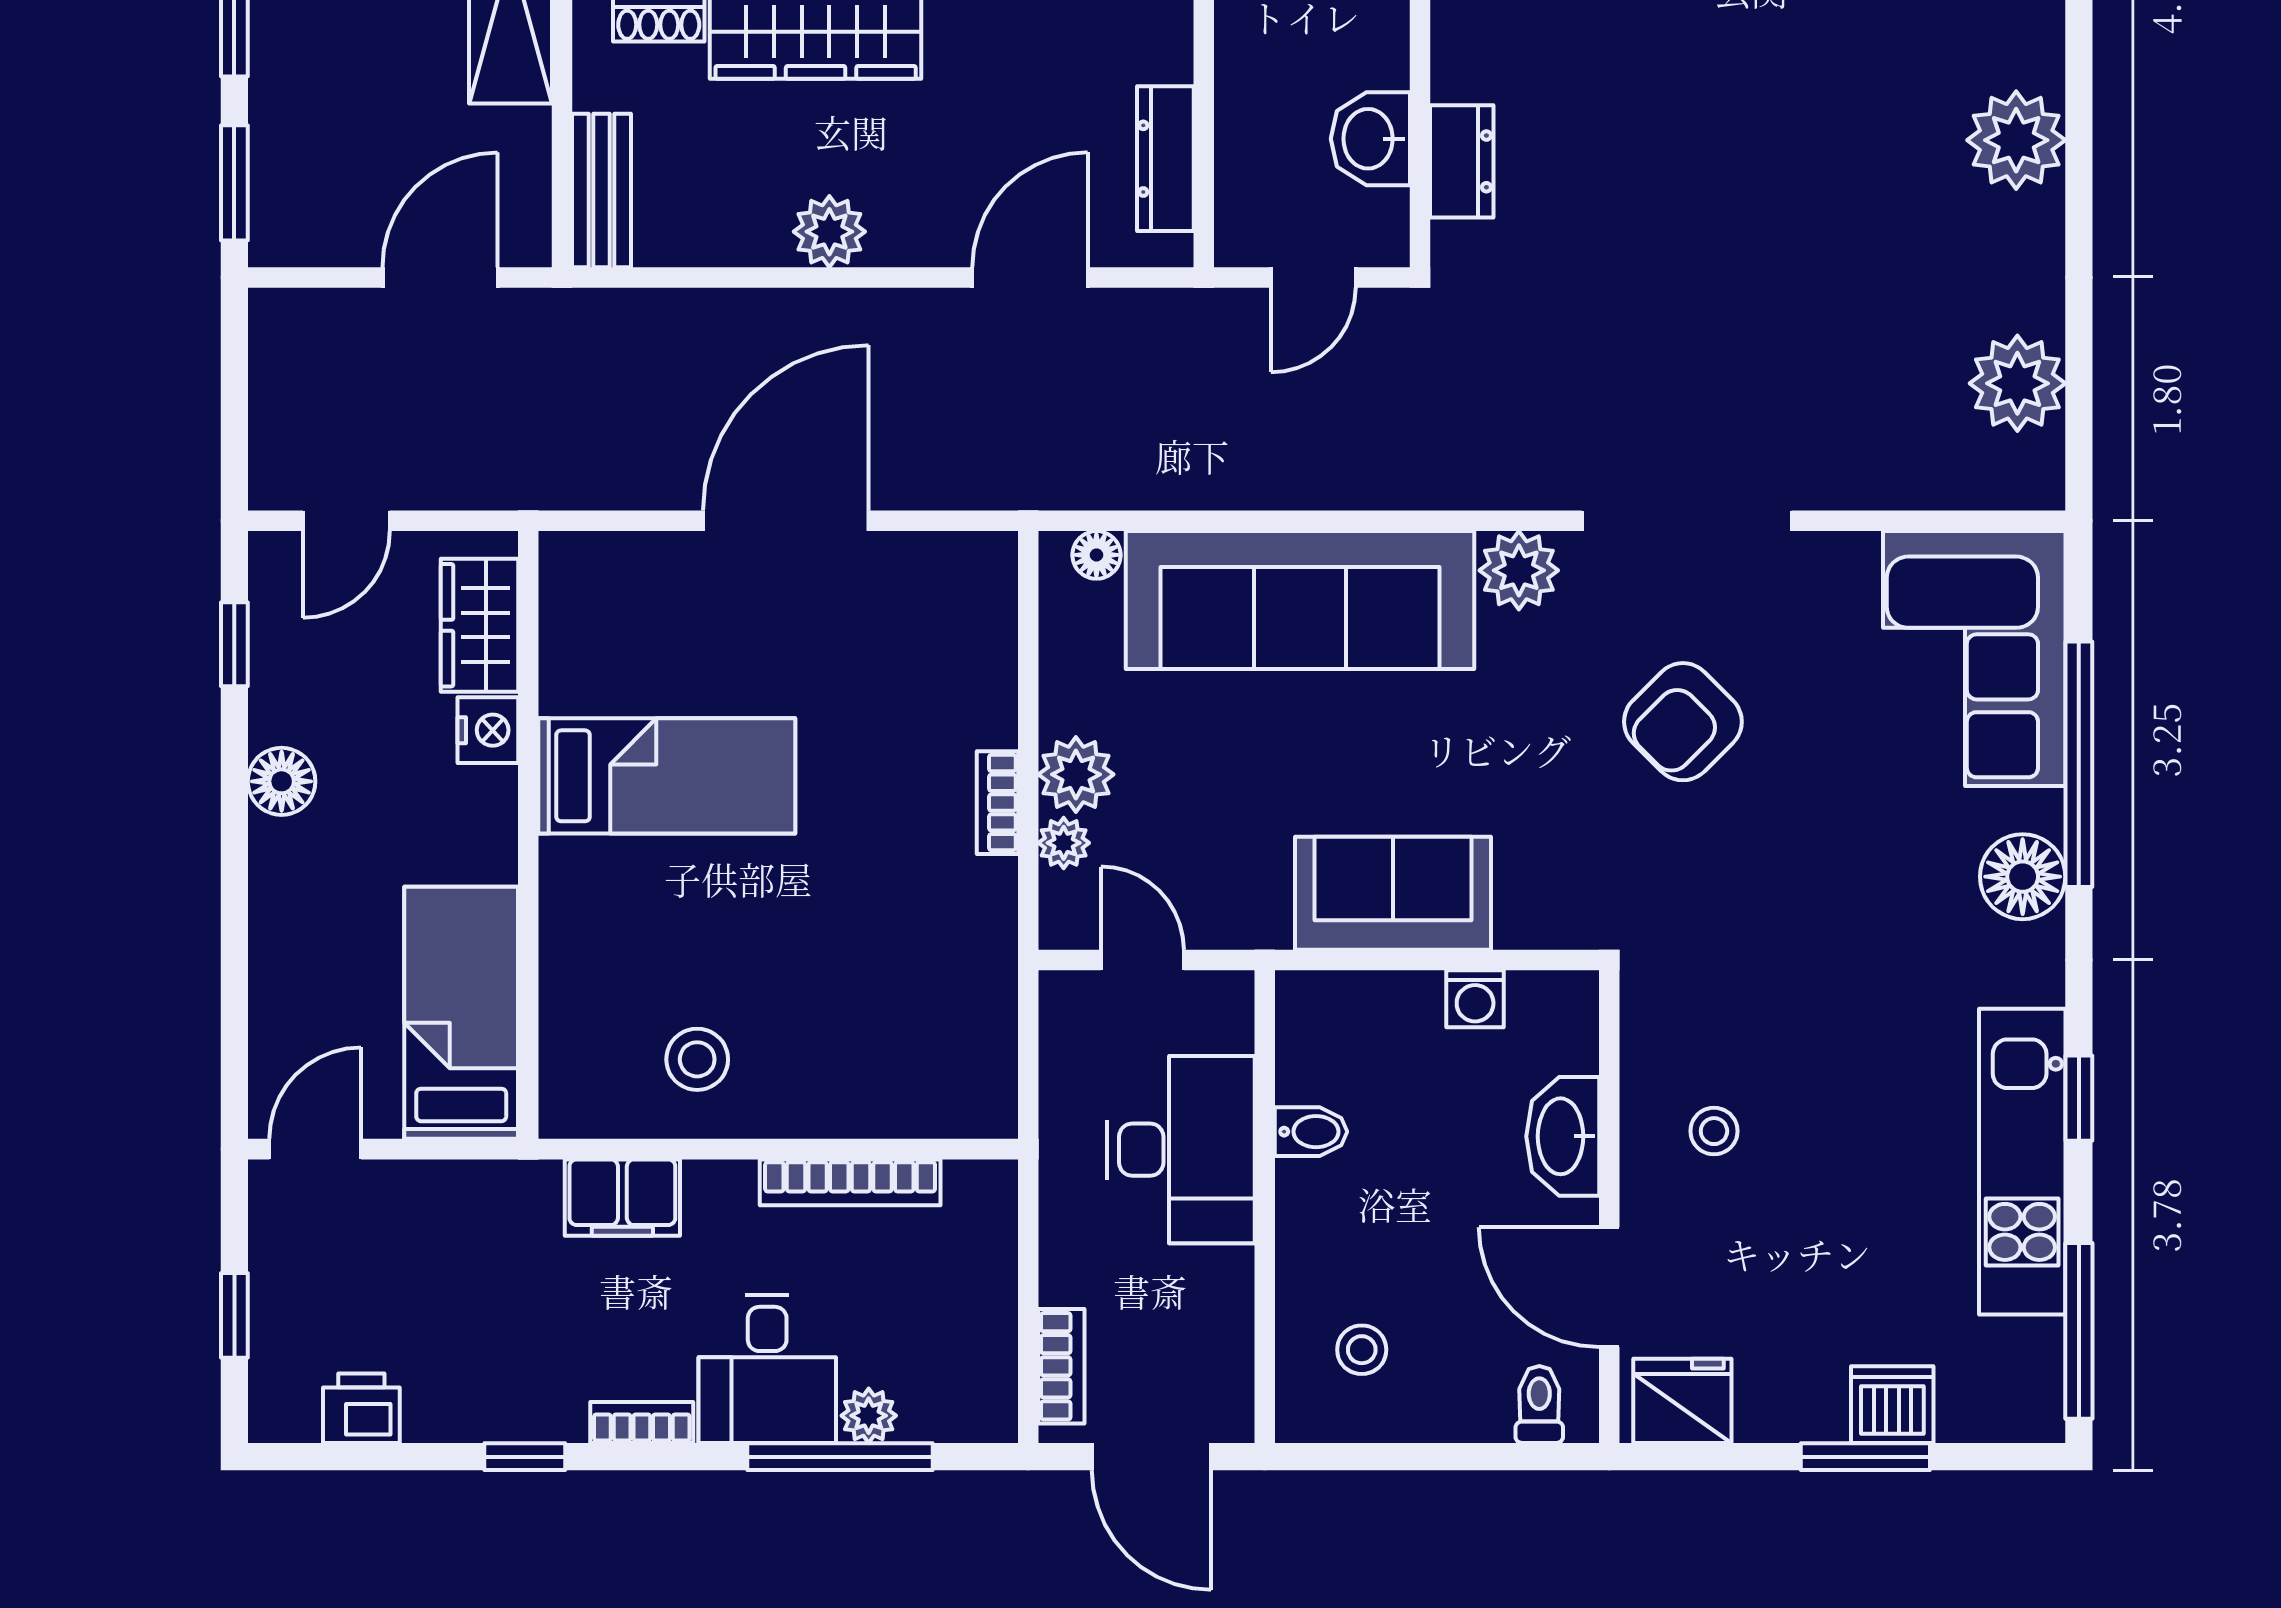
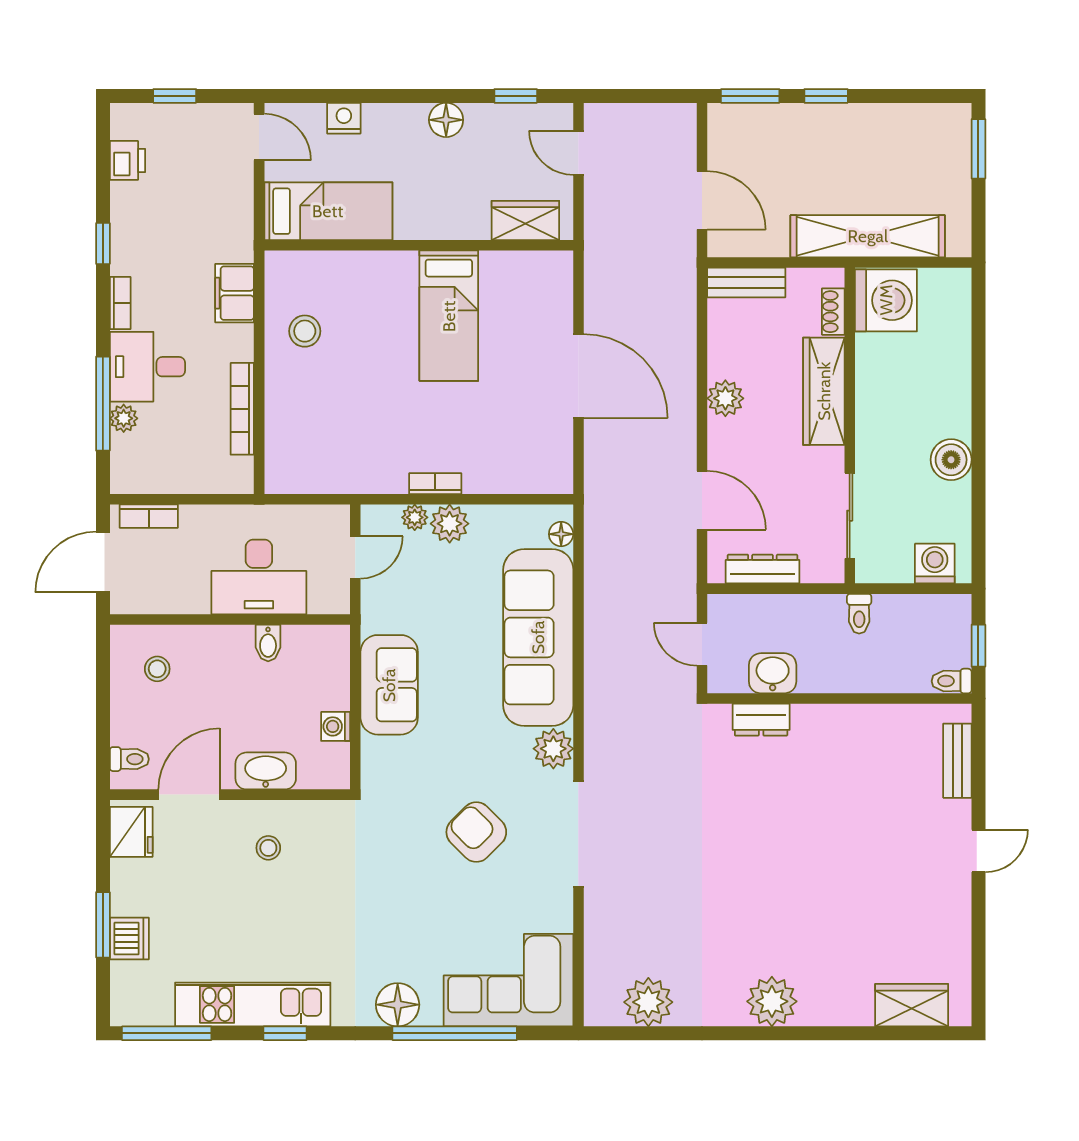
nightstand: (488, 730) -> (344, 118), moved, turned 180

